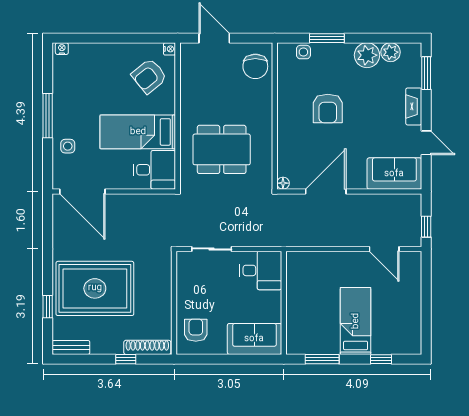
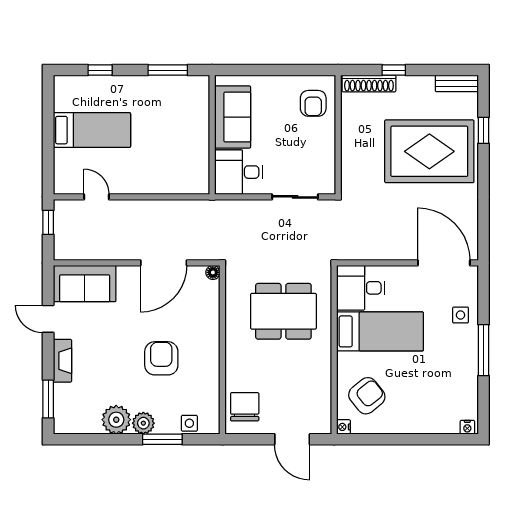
plant: (391, 52) -> (143, 423), moved
door: (384, 249) -> (96, 197), width x0.73
bed: (356, 321) -> (92, 130), moved, turned -90
sofa: (254, 339) -> (233, 117), moved, turned -90

